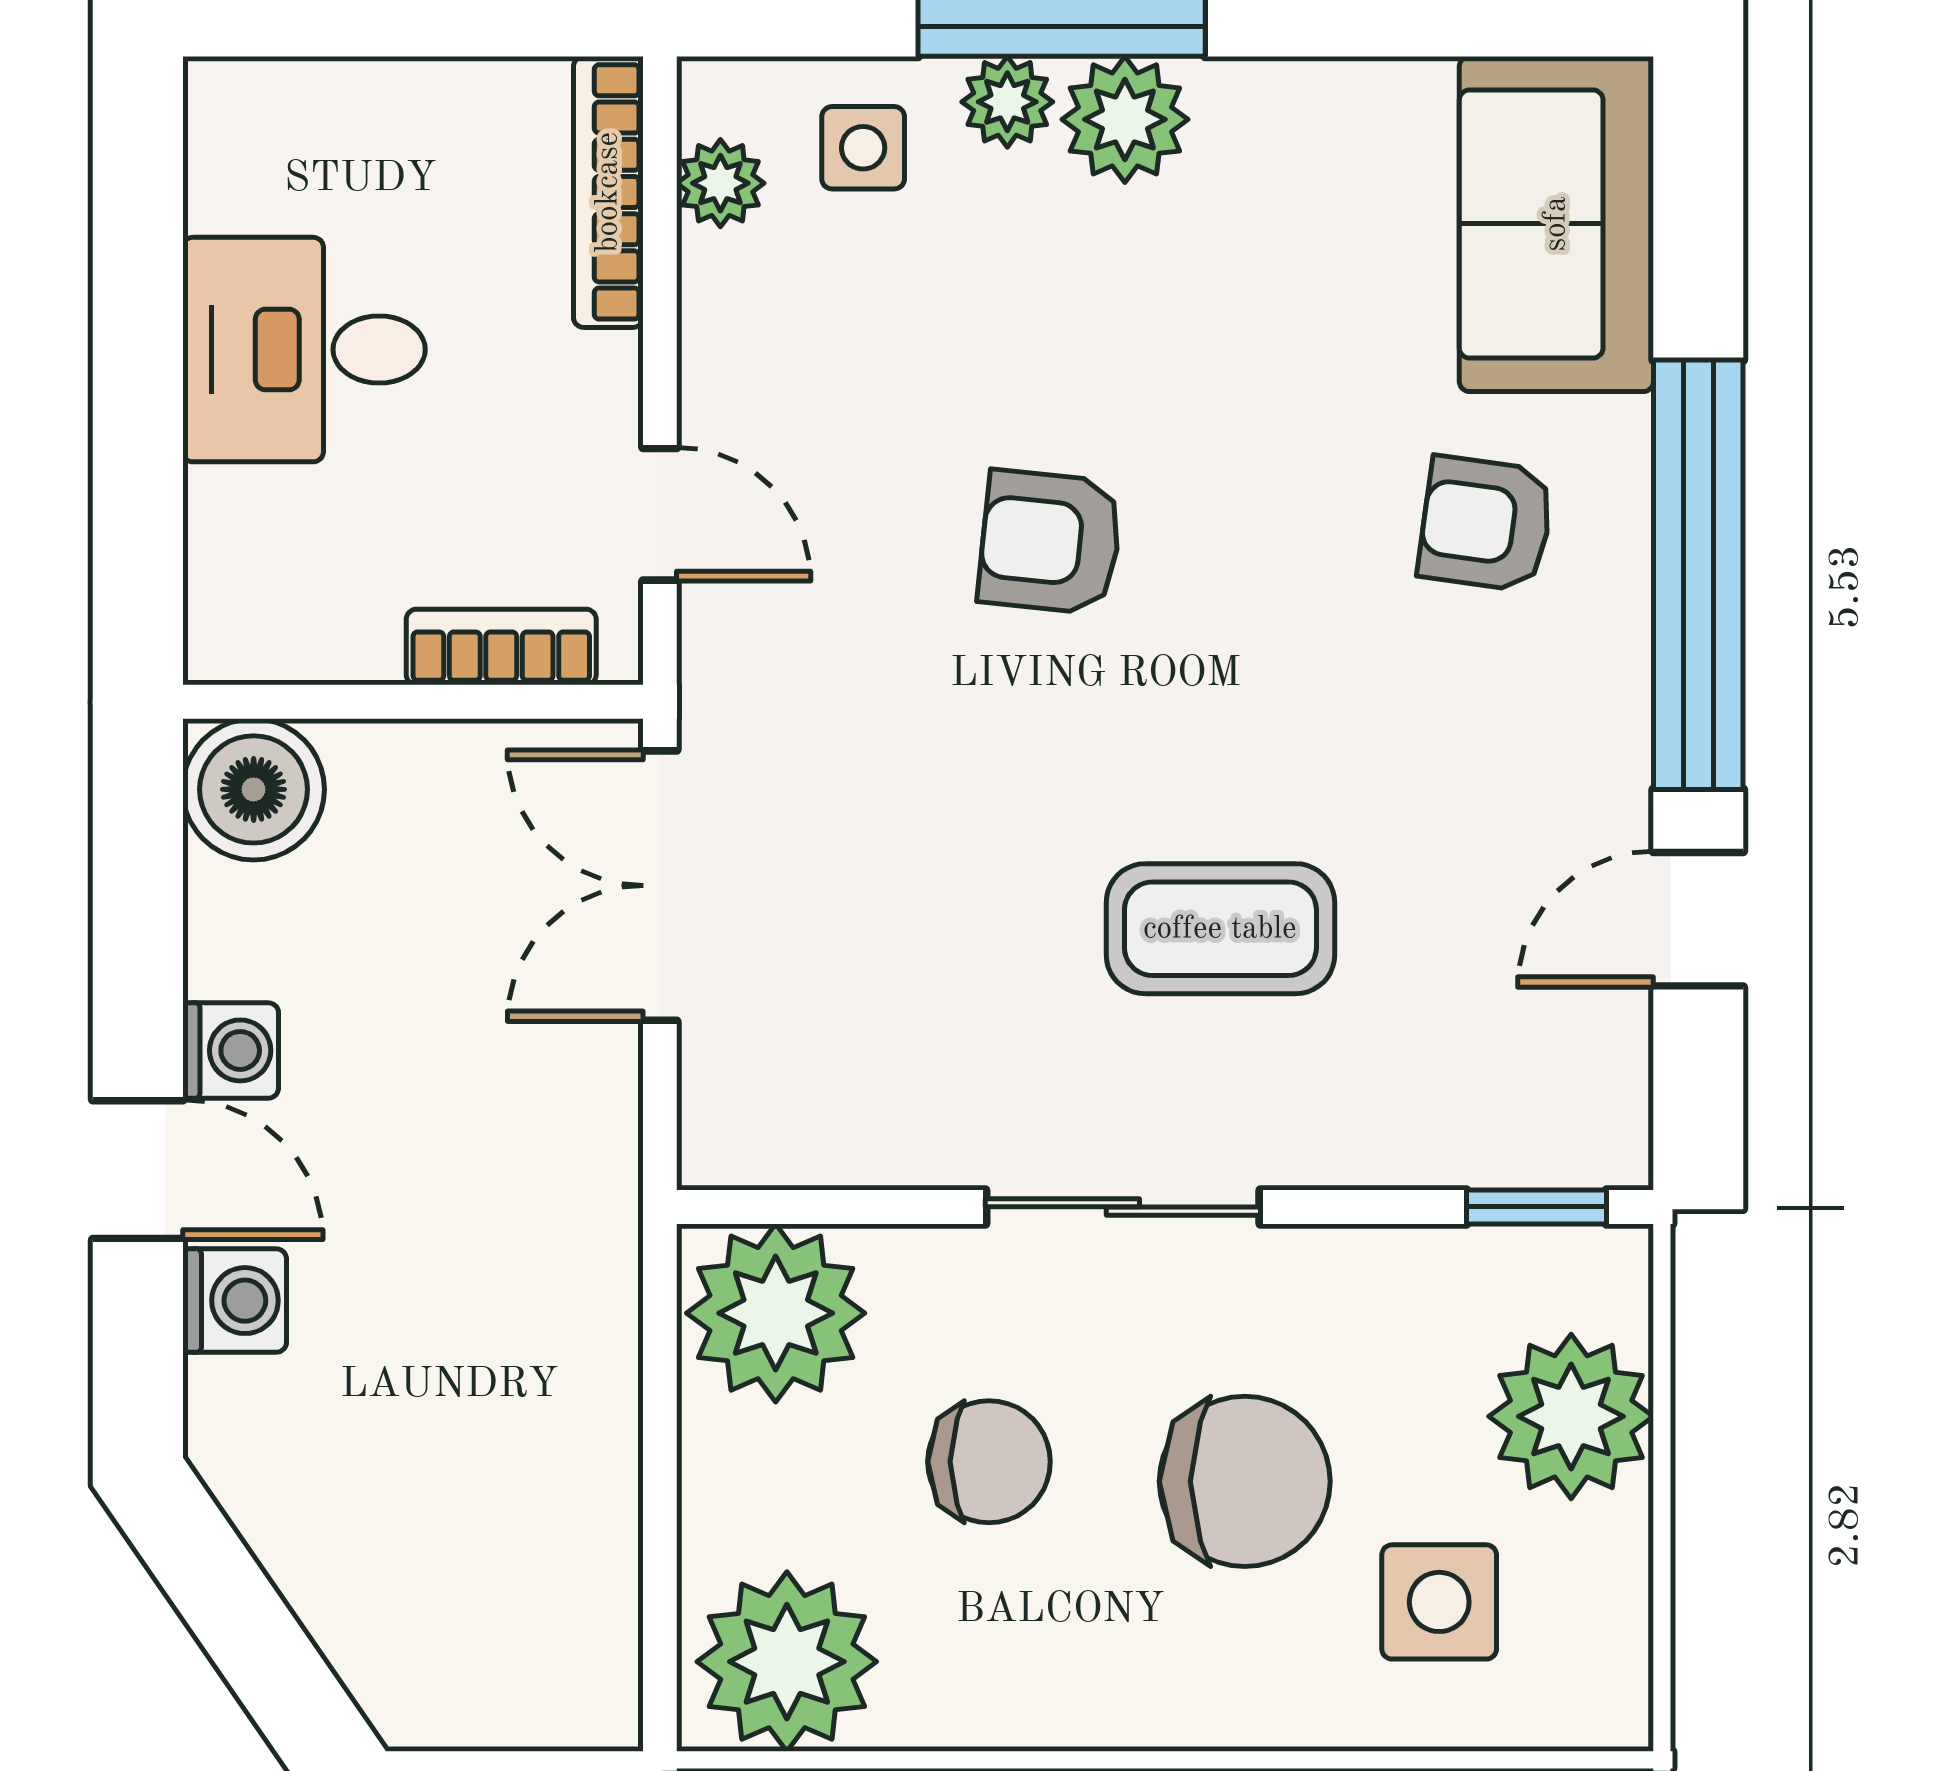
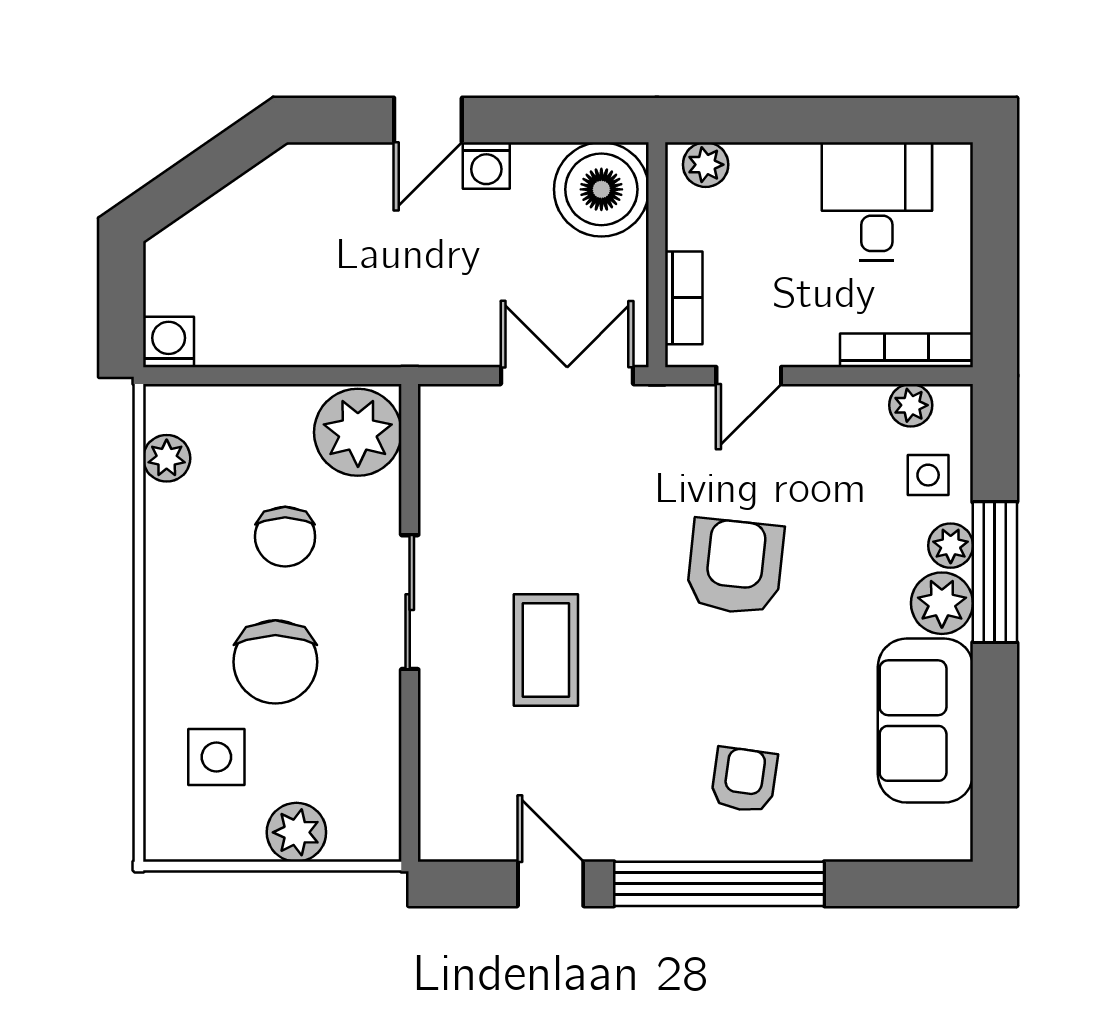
sofa: (1556, 224) -> (925, 721), moved, turned -90
desk: (304, 350) -> (877, 201), moved
armchair: (1050, 542) -> (735, 567), width x1.38, depth x1.38
plant: (229, 602) -> (706, 165), added
boiler: (254, 789) -> (601, 189), width x1.37, depth x1.37
window: (1537, 1207) -> (410, 805), removed
washing machine: (235, 1301) -> (169, 342), moved, turned 180
plant: (1571, 1416) -> (296, 832), width x0.73, depth x0.73
plant: (787, 1662) -> (167, 458), width x0.53, depth x0.53

